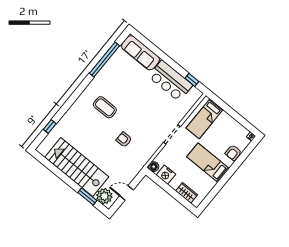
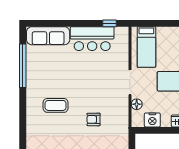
floor lamp: (154, 167) -> (137, 104), moved

